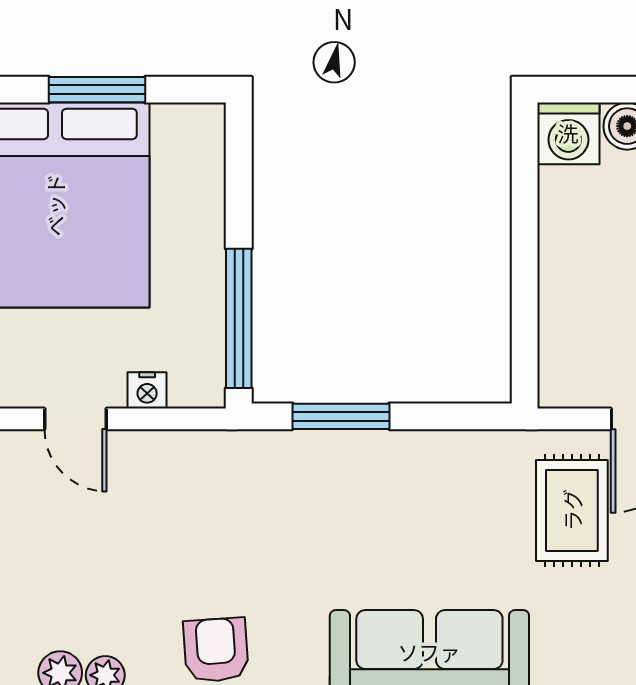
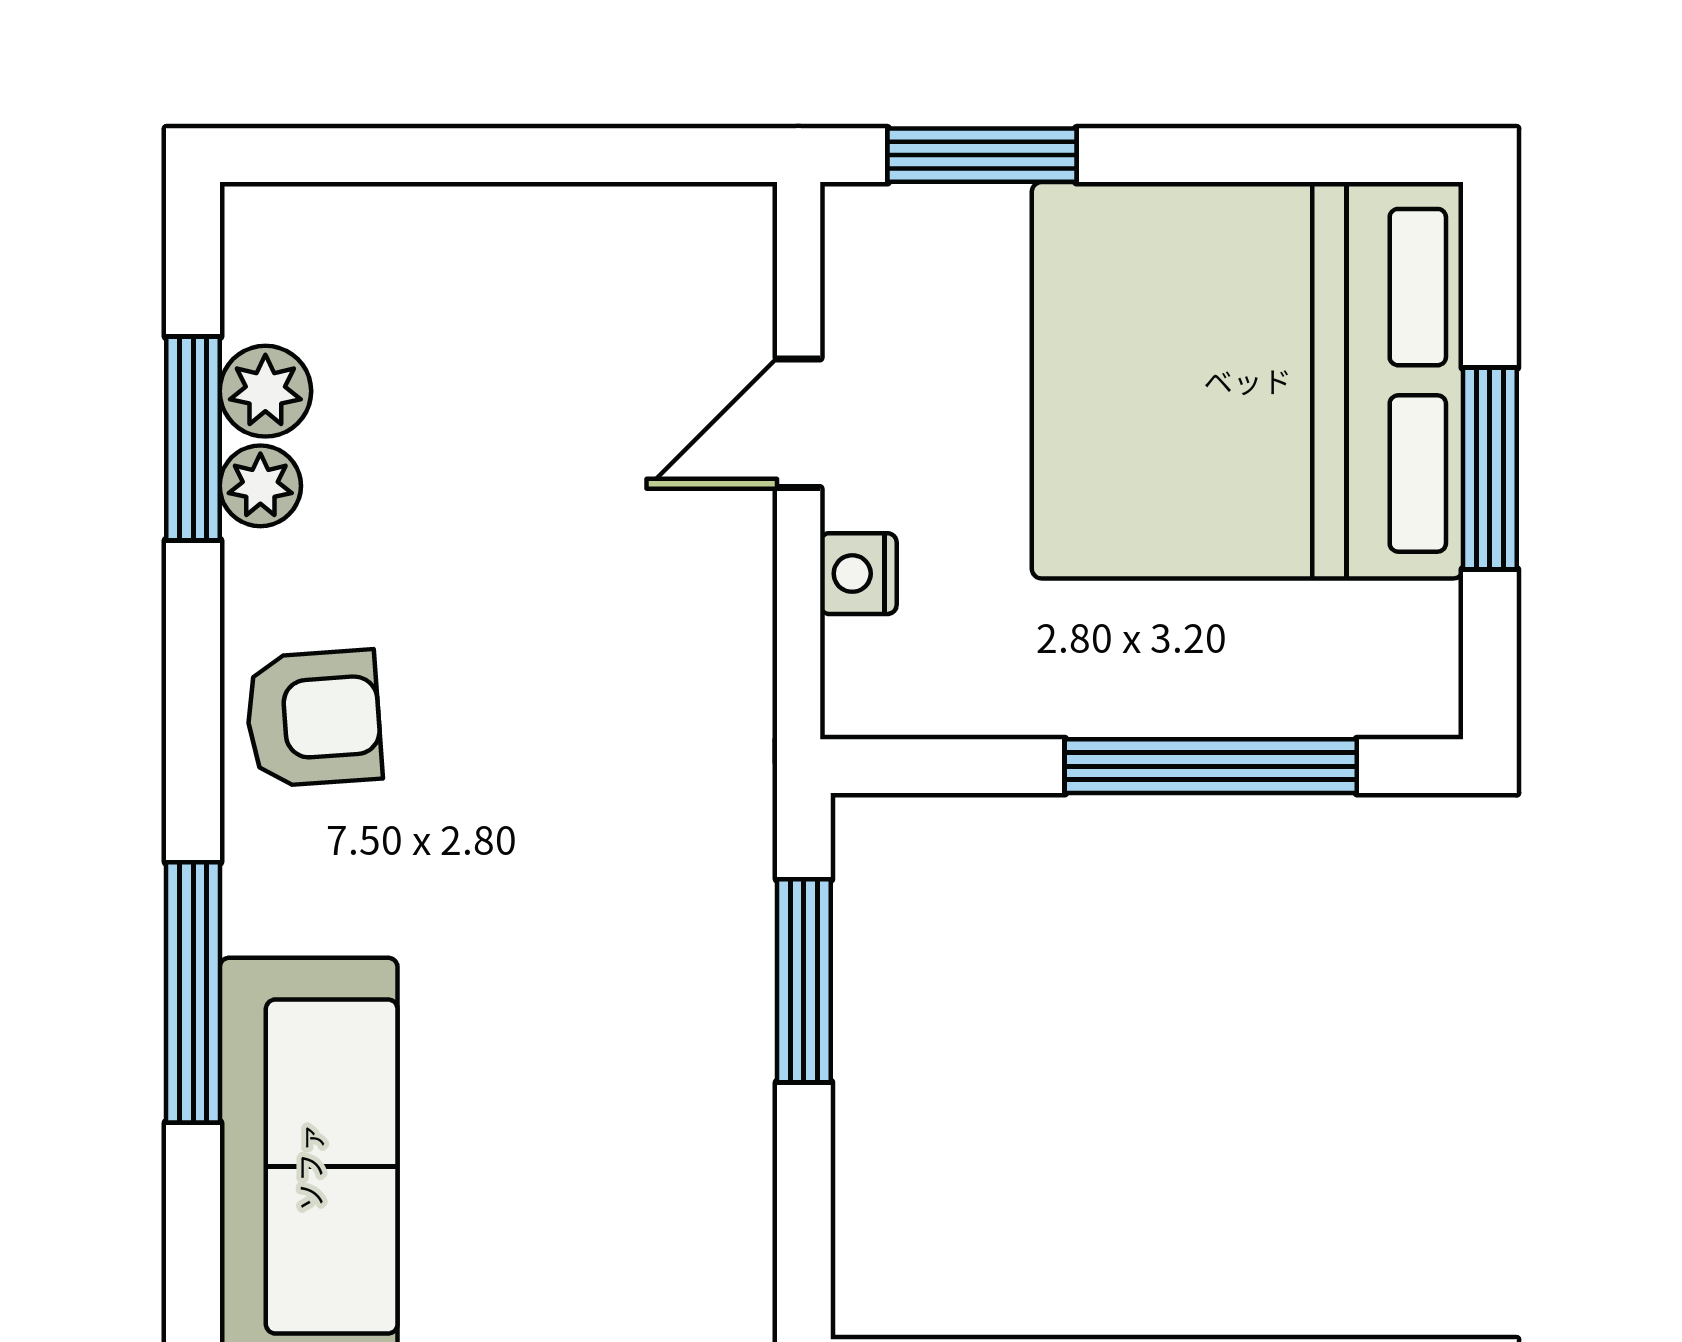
window: (239, 318) -> (1211, 766), moved

